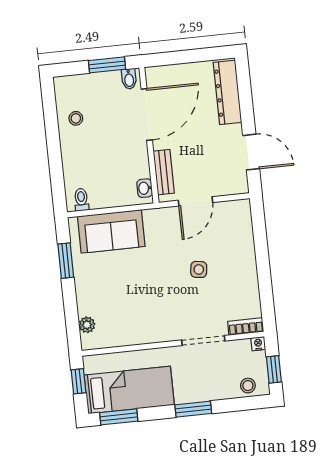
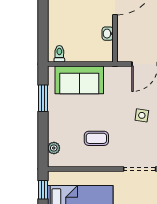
bench: (164, 172) -> (123, 40), removed
washbasin: (145, 188) -> (108, 34), moved
coffee table: (142, 306) -> (96, 138), added

